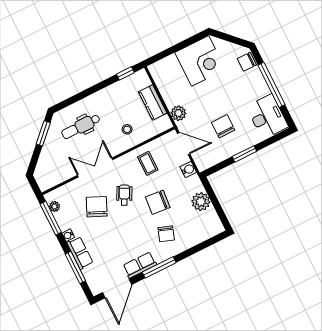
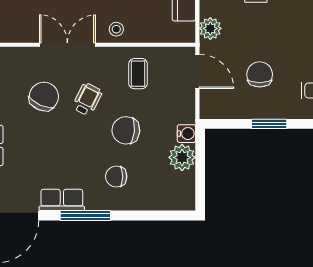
stool: (127, 129) -> (116, 29), moved
water cooler: (188, 169) -> (186, 134), moved
chair: (166, 234) -> (116, 177), turned 71

